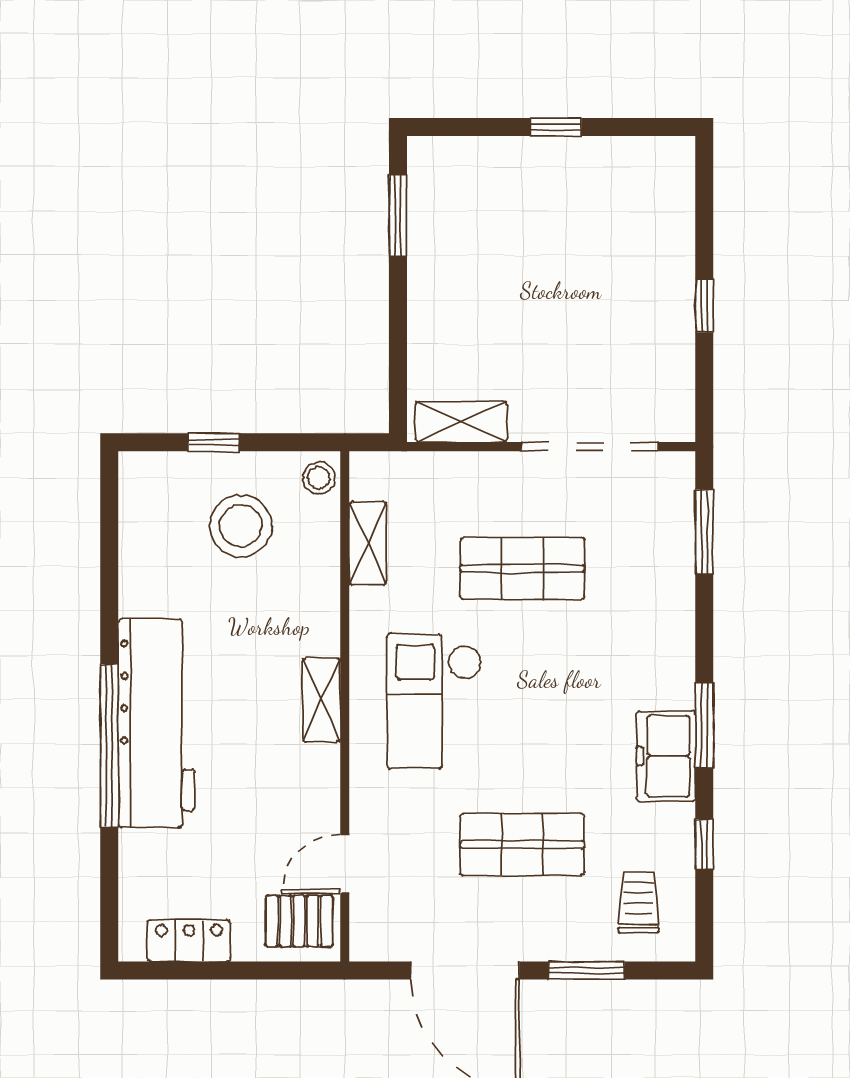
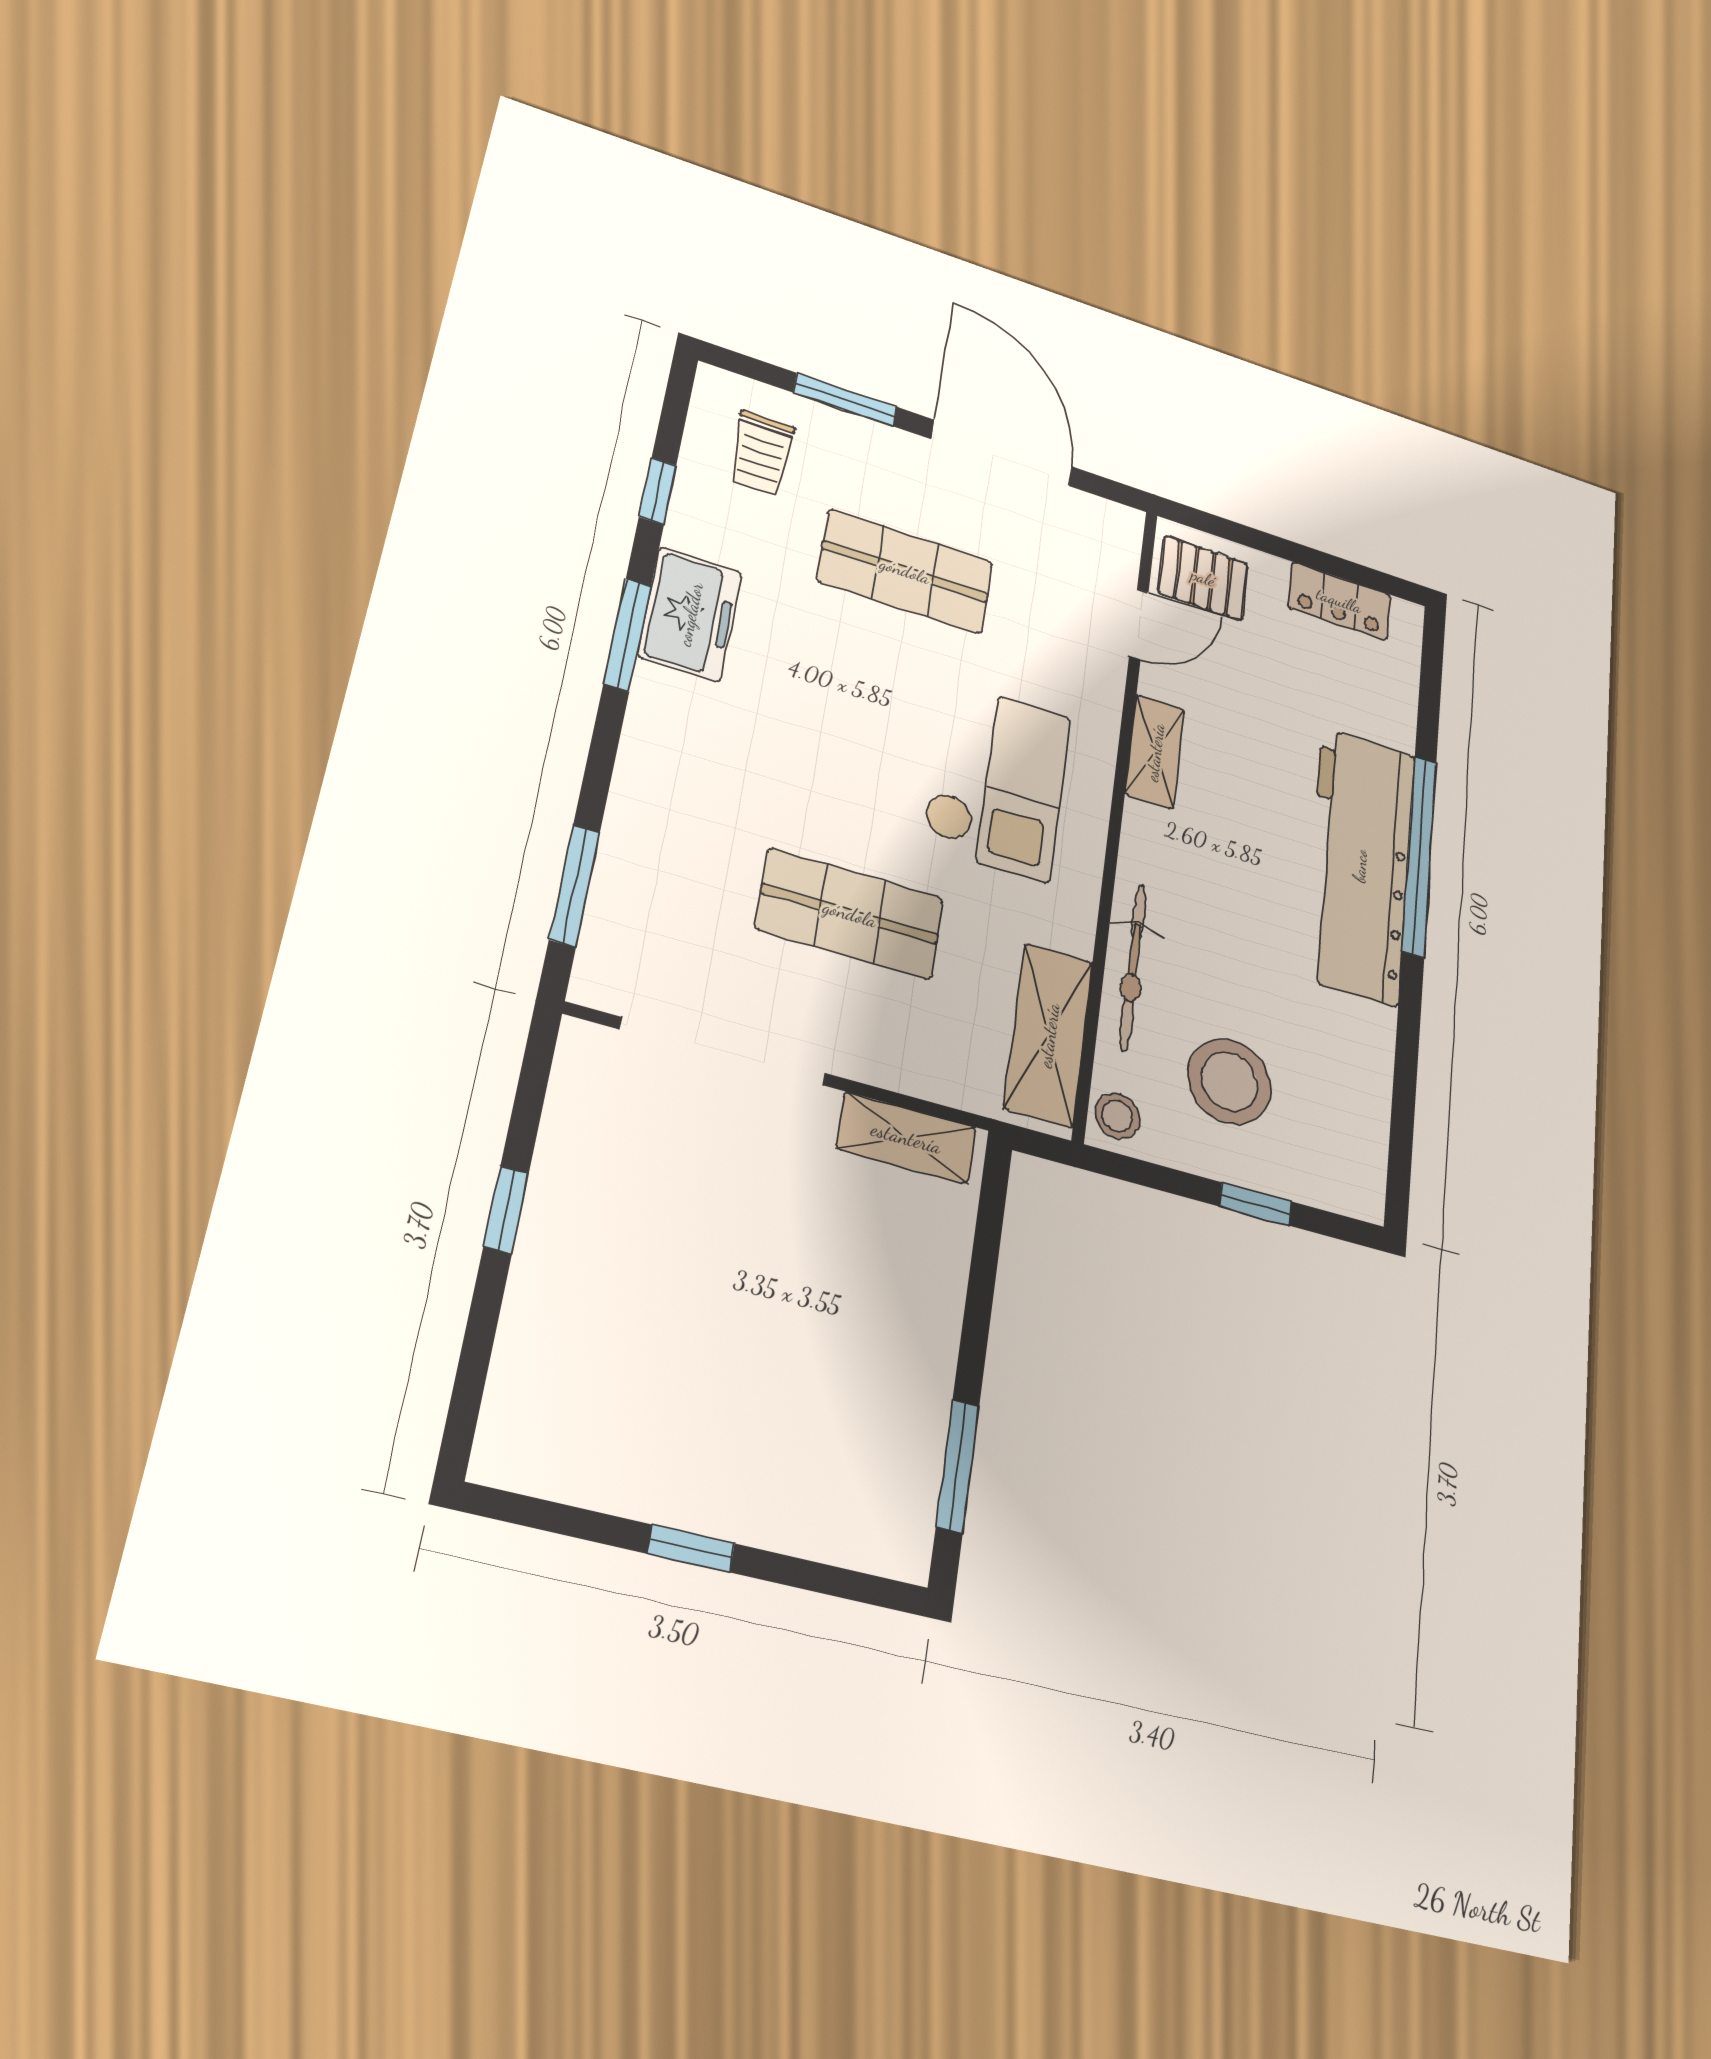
shelving: (368, 543) -> (1049, 1035), width x1.50, depth x1.33
bicycle: (320, 590) -> (1133, 968), added
shelving: (321, 700) -> (1155, 752), moved

